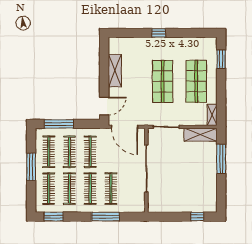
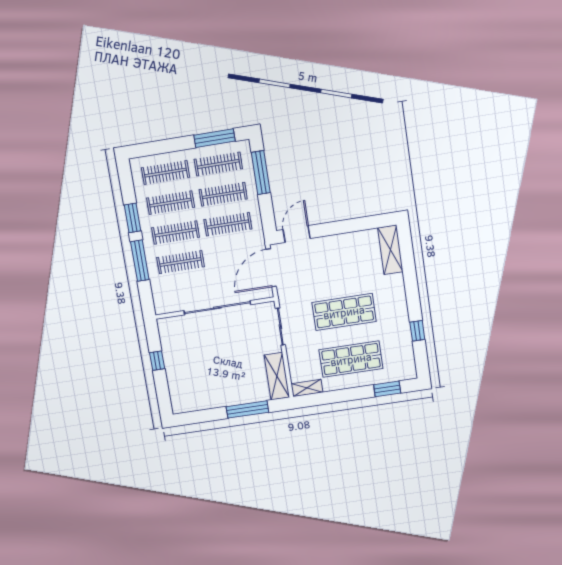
window: (159, 33) -> (417, 331), moved
shelving: (115, 71) -> (390, 250), moved, turned 90
door: (104, 106) -> (297, 234), swing flipped
window: (31, 167) -> (214, 138), moved
window: (54, 217) -> (132, 218), moved
window: (197, 217) -> (157, 361), moved

